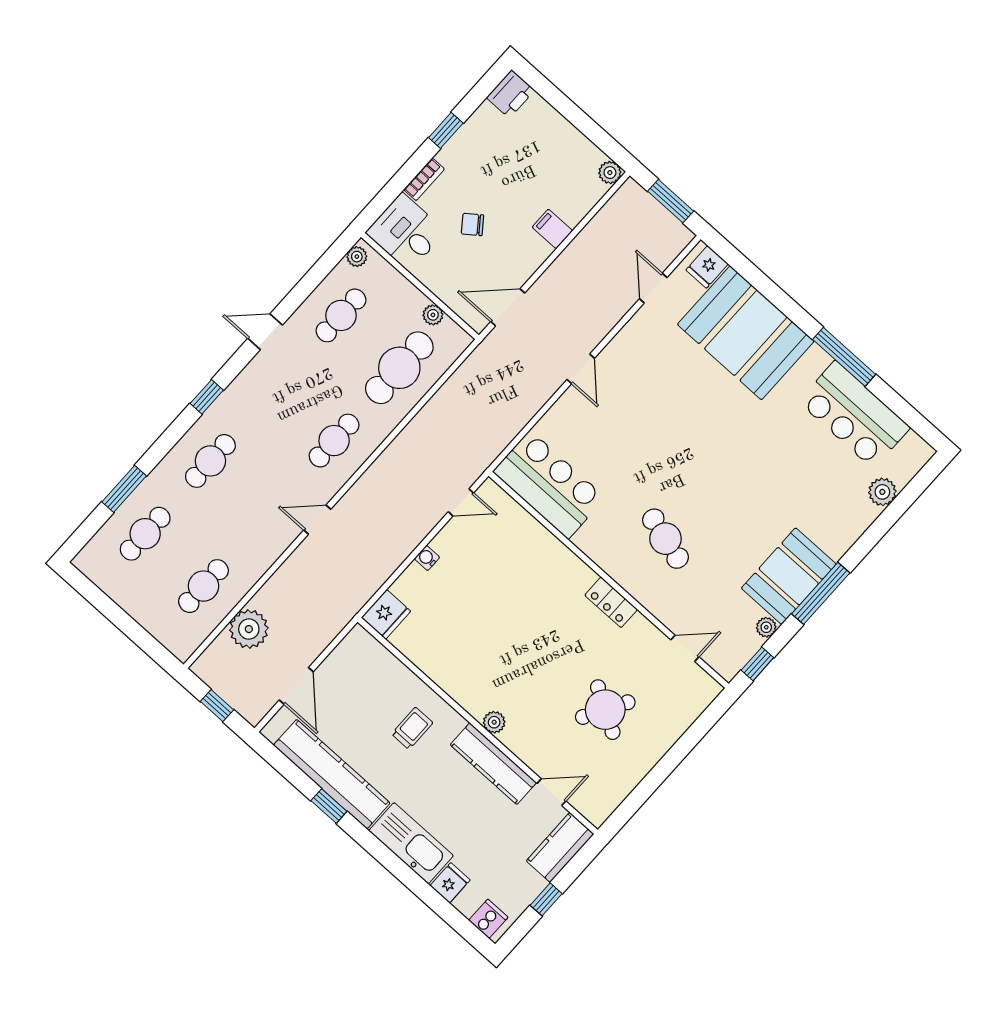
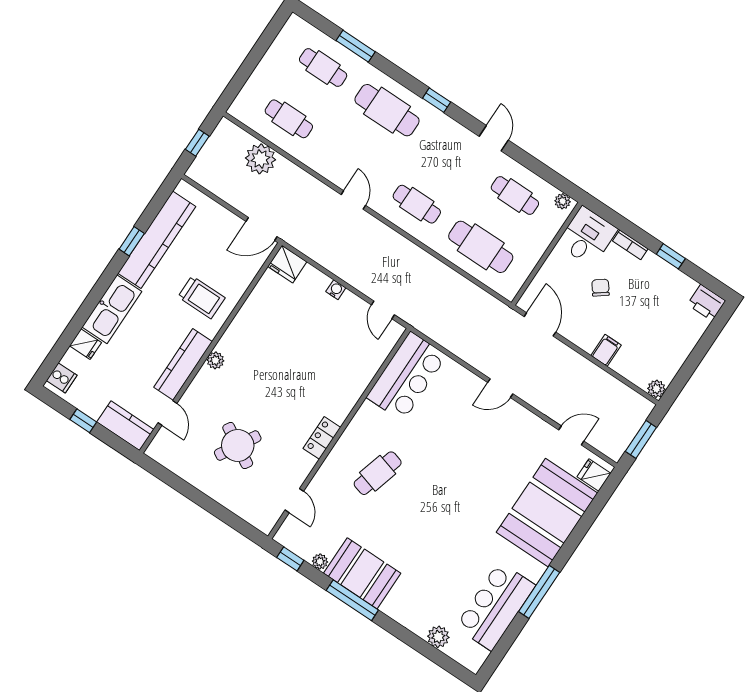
plant: (433, 315) -> (526, 267), removed
cafe table: (210, 461) -> (387, 110), width x1.37, depth x1.35
door: (296, 686) -> (262, 229), moved
trolley: (412, 728) -> (201, 297), width x1.36, depth x1.39

